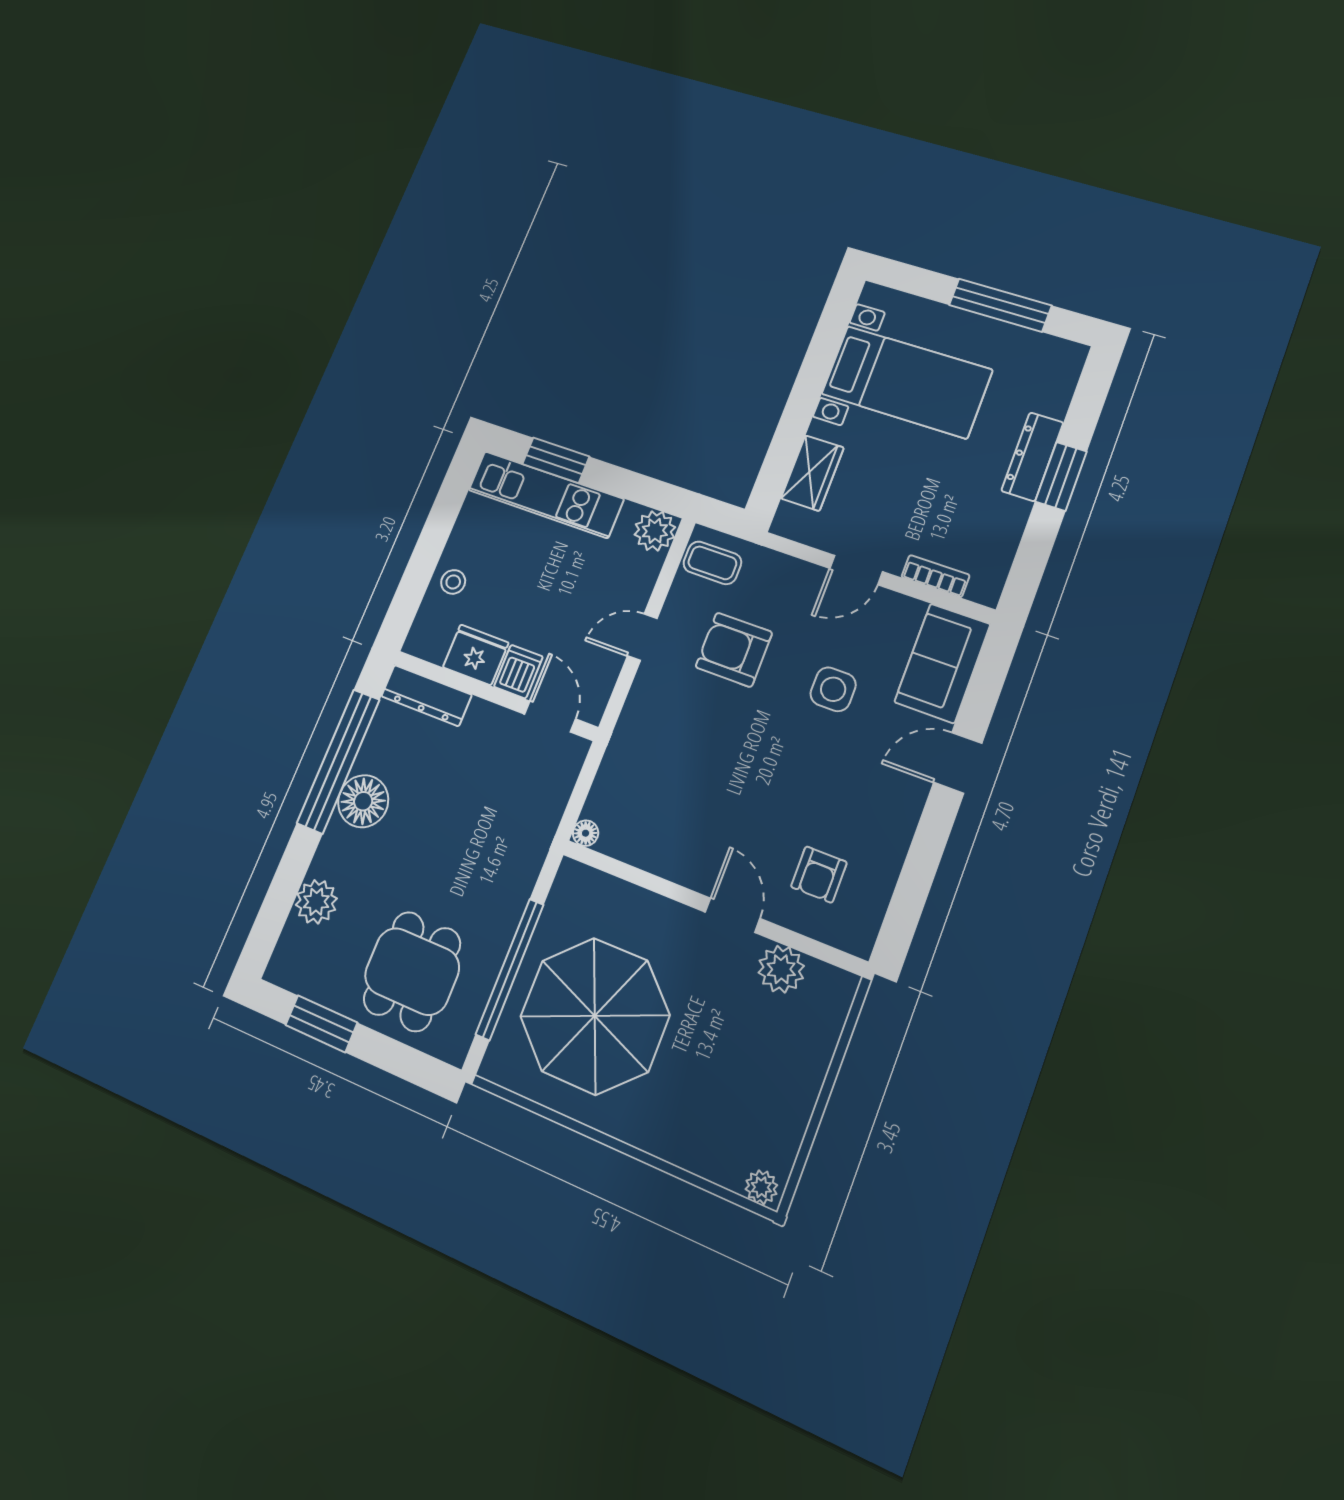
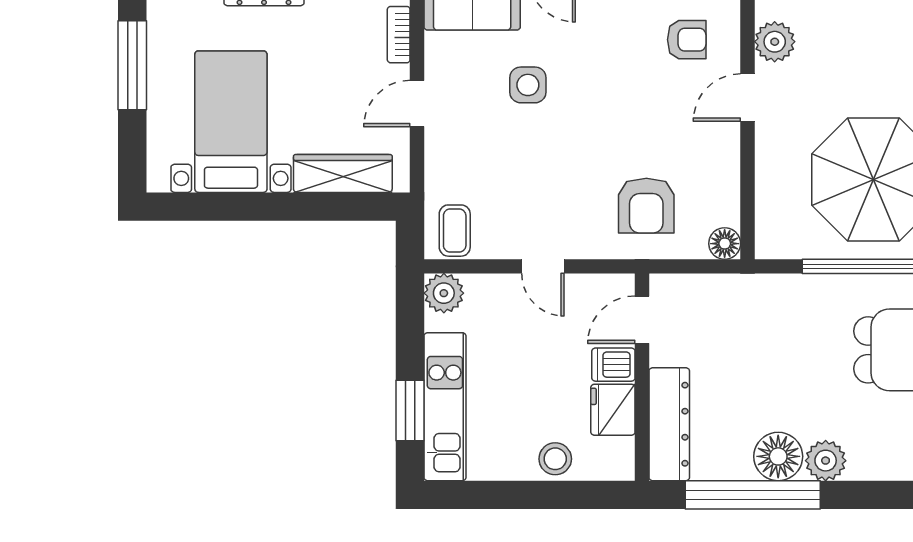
wardrobe: (812, 473) -> (343, 174), width x1.50
door: (856, 570) -> (417, 104), swing flipped
stool: (453, 582) -> (555, 459), width x1.37, depth x1.37
armchair: (734, 650) -> (646, 206), moved
dresser: (426, 695) -> (669, 424), width x1.37, depth x1.24
floor lamp: (586, 833) -> (725, 244), width x1.37, depth x1.37
plant: (316, 902) -> (826, 461), moved

